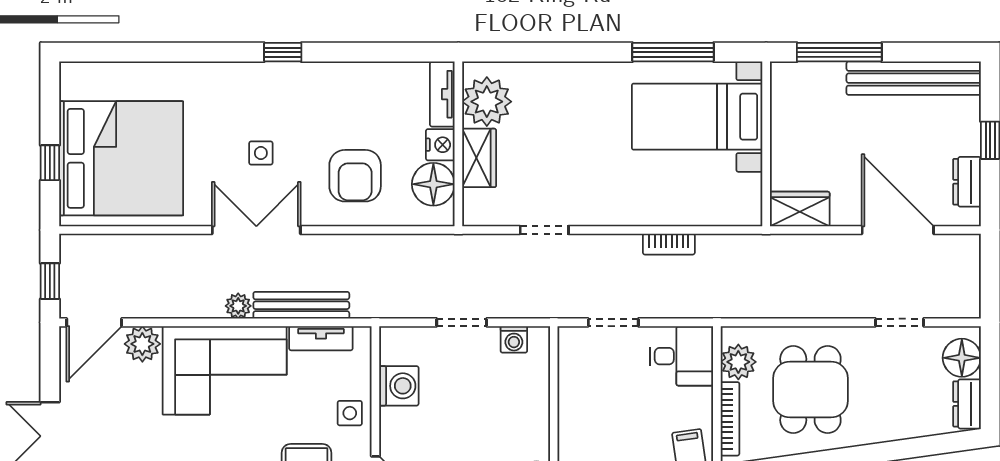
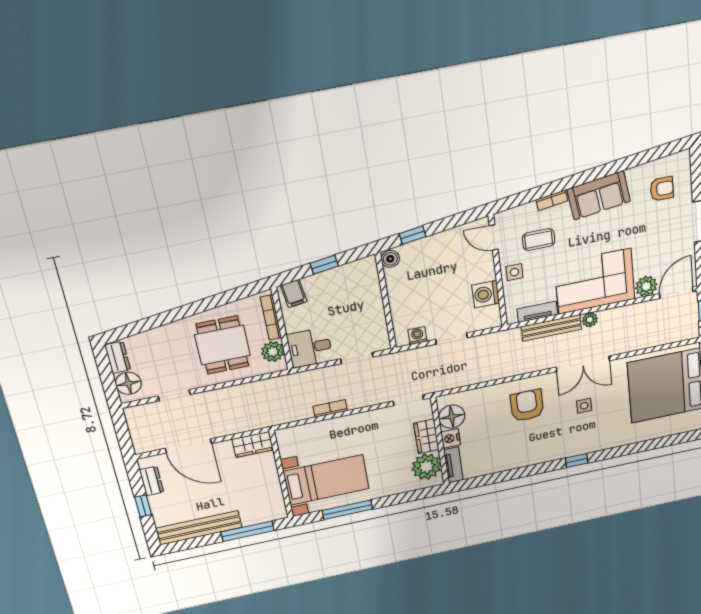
tv unit: (442, 94) -> (453, 465), moved
plant: (487, 102) -> (426, 467), moved
wall: (458, 144) -> (440, 441), moved
nightstand: (440, 145) -> (451, 438), moved
wardrobe: (479, 158) -> (426, 436), moved
floor lamp: (433, 184) -> (452, 417), moved

